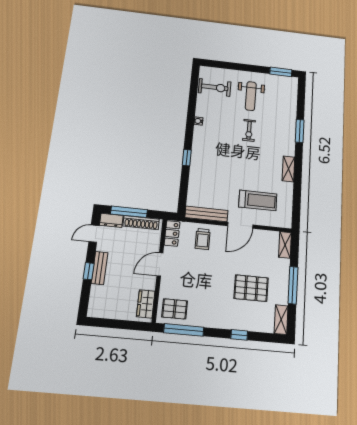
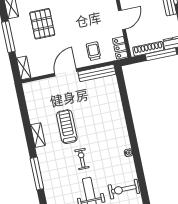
window: (300, 131) -> (37, 174), width x1.44
window: (187, 158) -> (128, 116), removed
treadmill: (258, 200) -> (67, 127), moved, turned 90
pallet: (251, 288) -> (42, 24), turned 90

